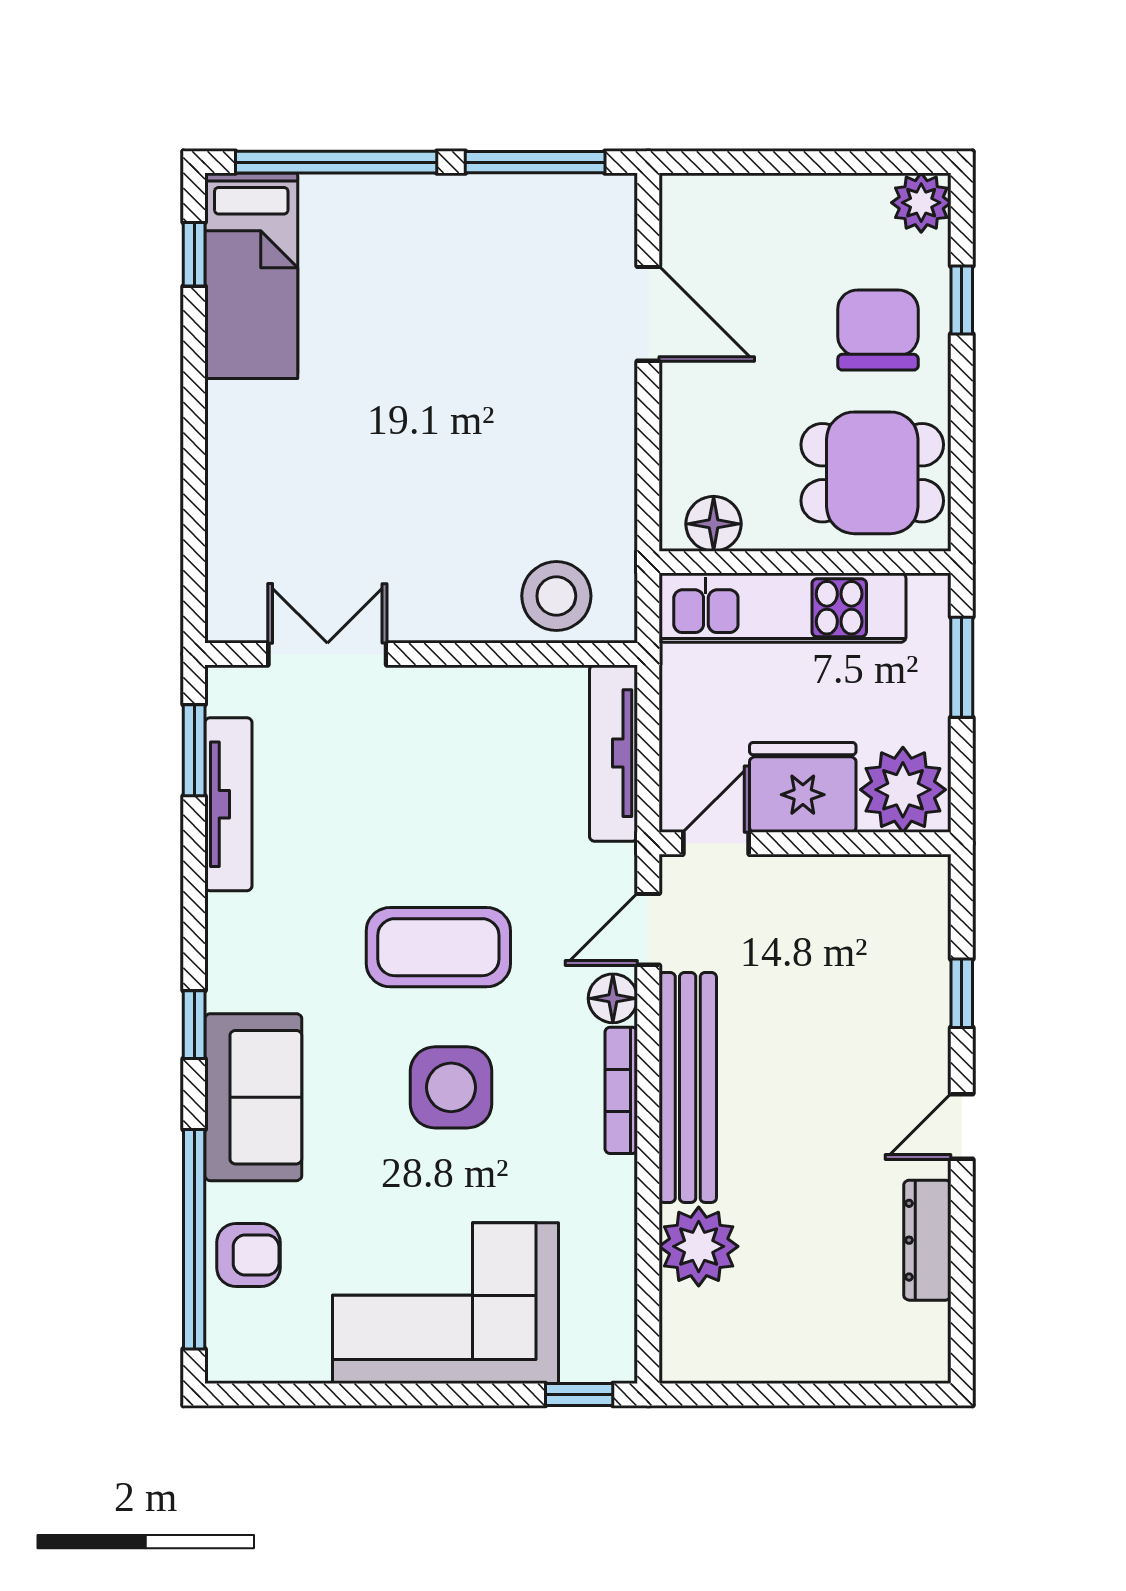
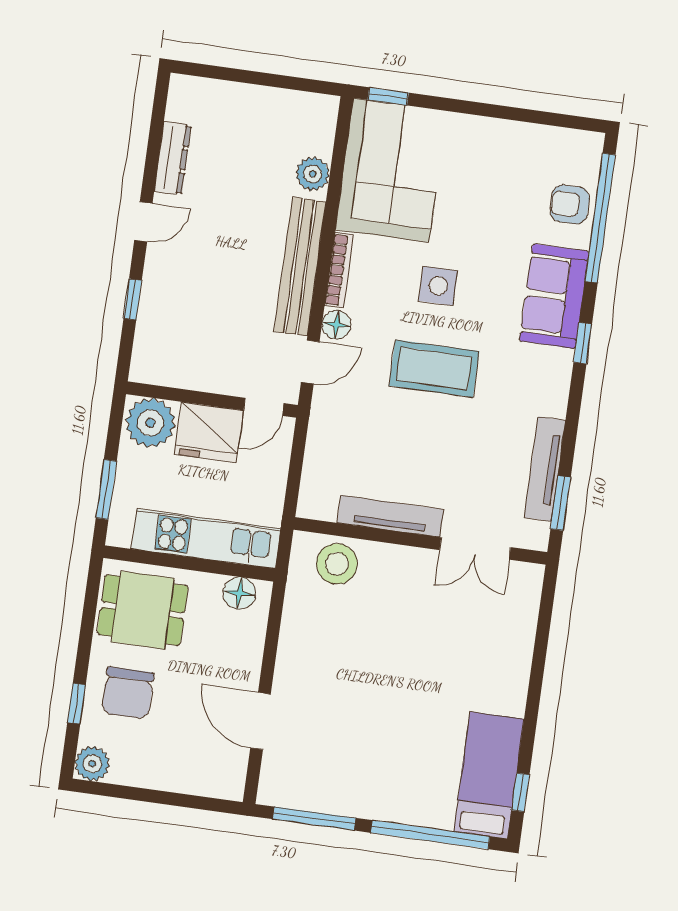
tv unit: (613, 753) -> (390, 516), moved, turned -90
side table: (451, 1087) -> (438, 286), width x0.73, depth x0.73
plant: (699, 1246) -> (313, 174), width x0.73, depth x0.73
corner sofa: (445, 1303) -> (391, 170), moved, turned -90

